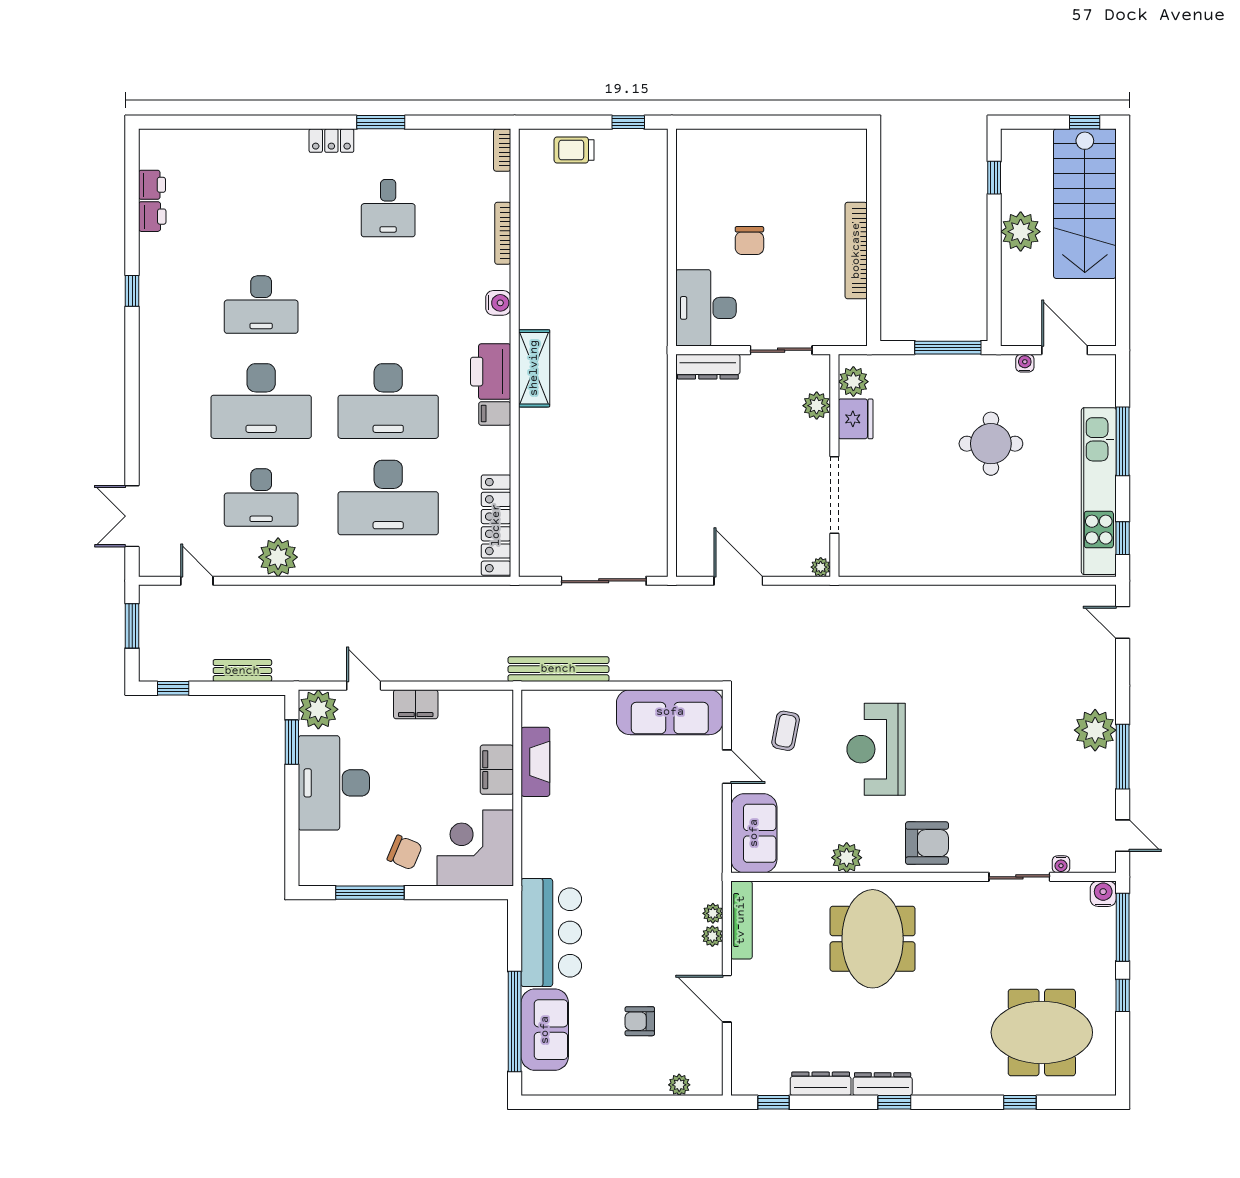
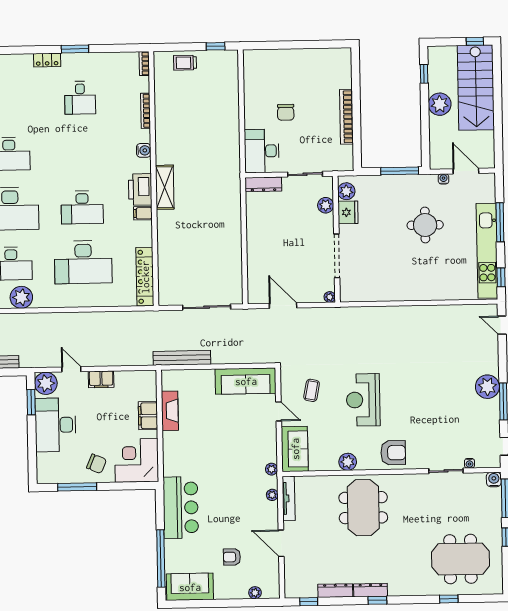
desk: (388, 401) -> (82, 207), width x0.73, depth x0.77
plant: (712, 936) -> (272, 469), moved
sofa: (545, 1030) -> (190, 587), moved, turned -90

